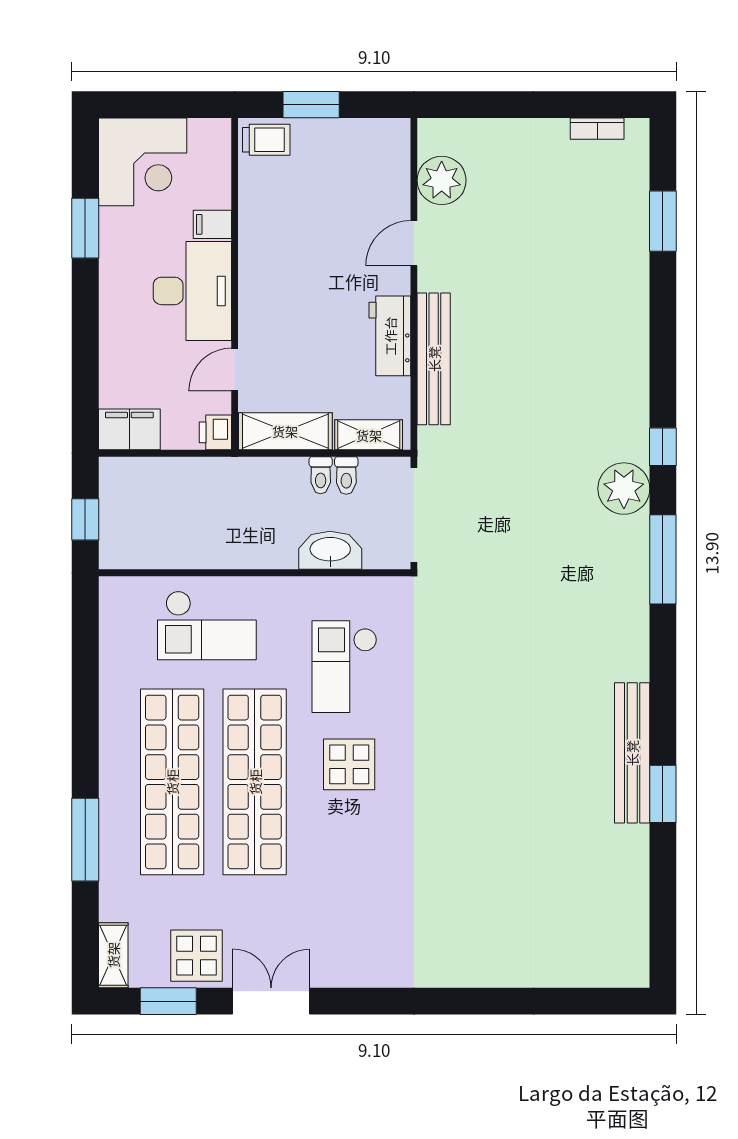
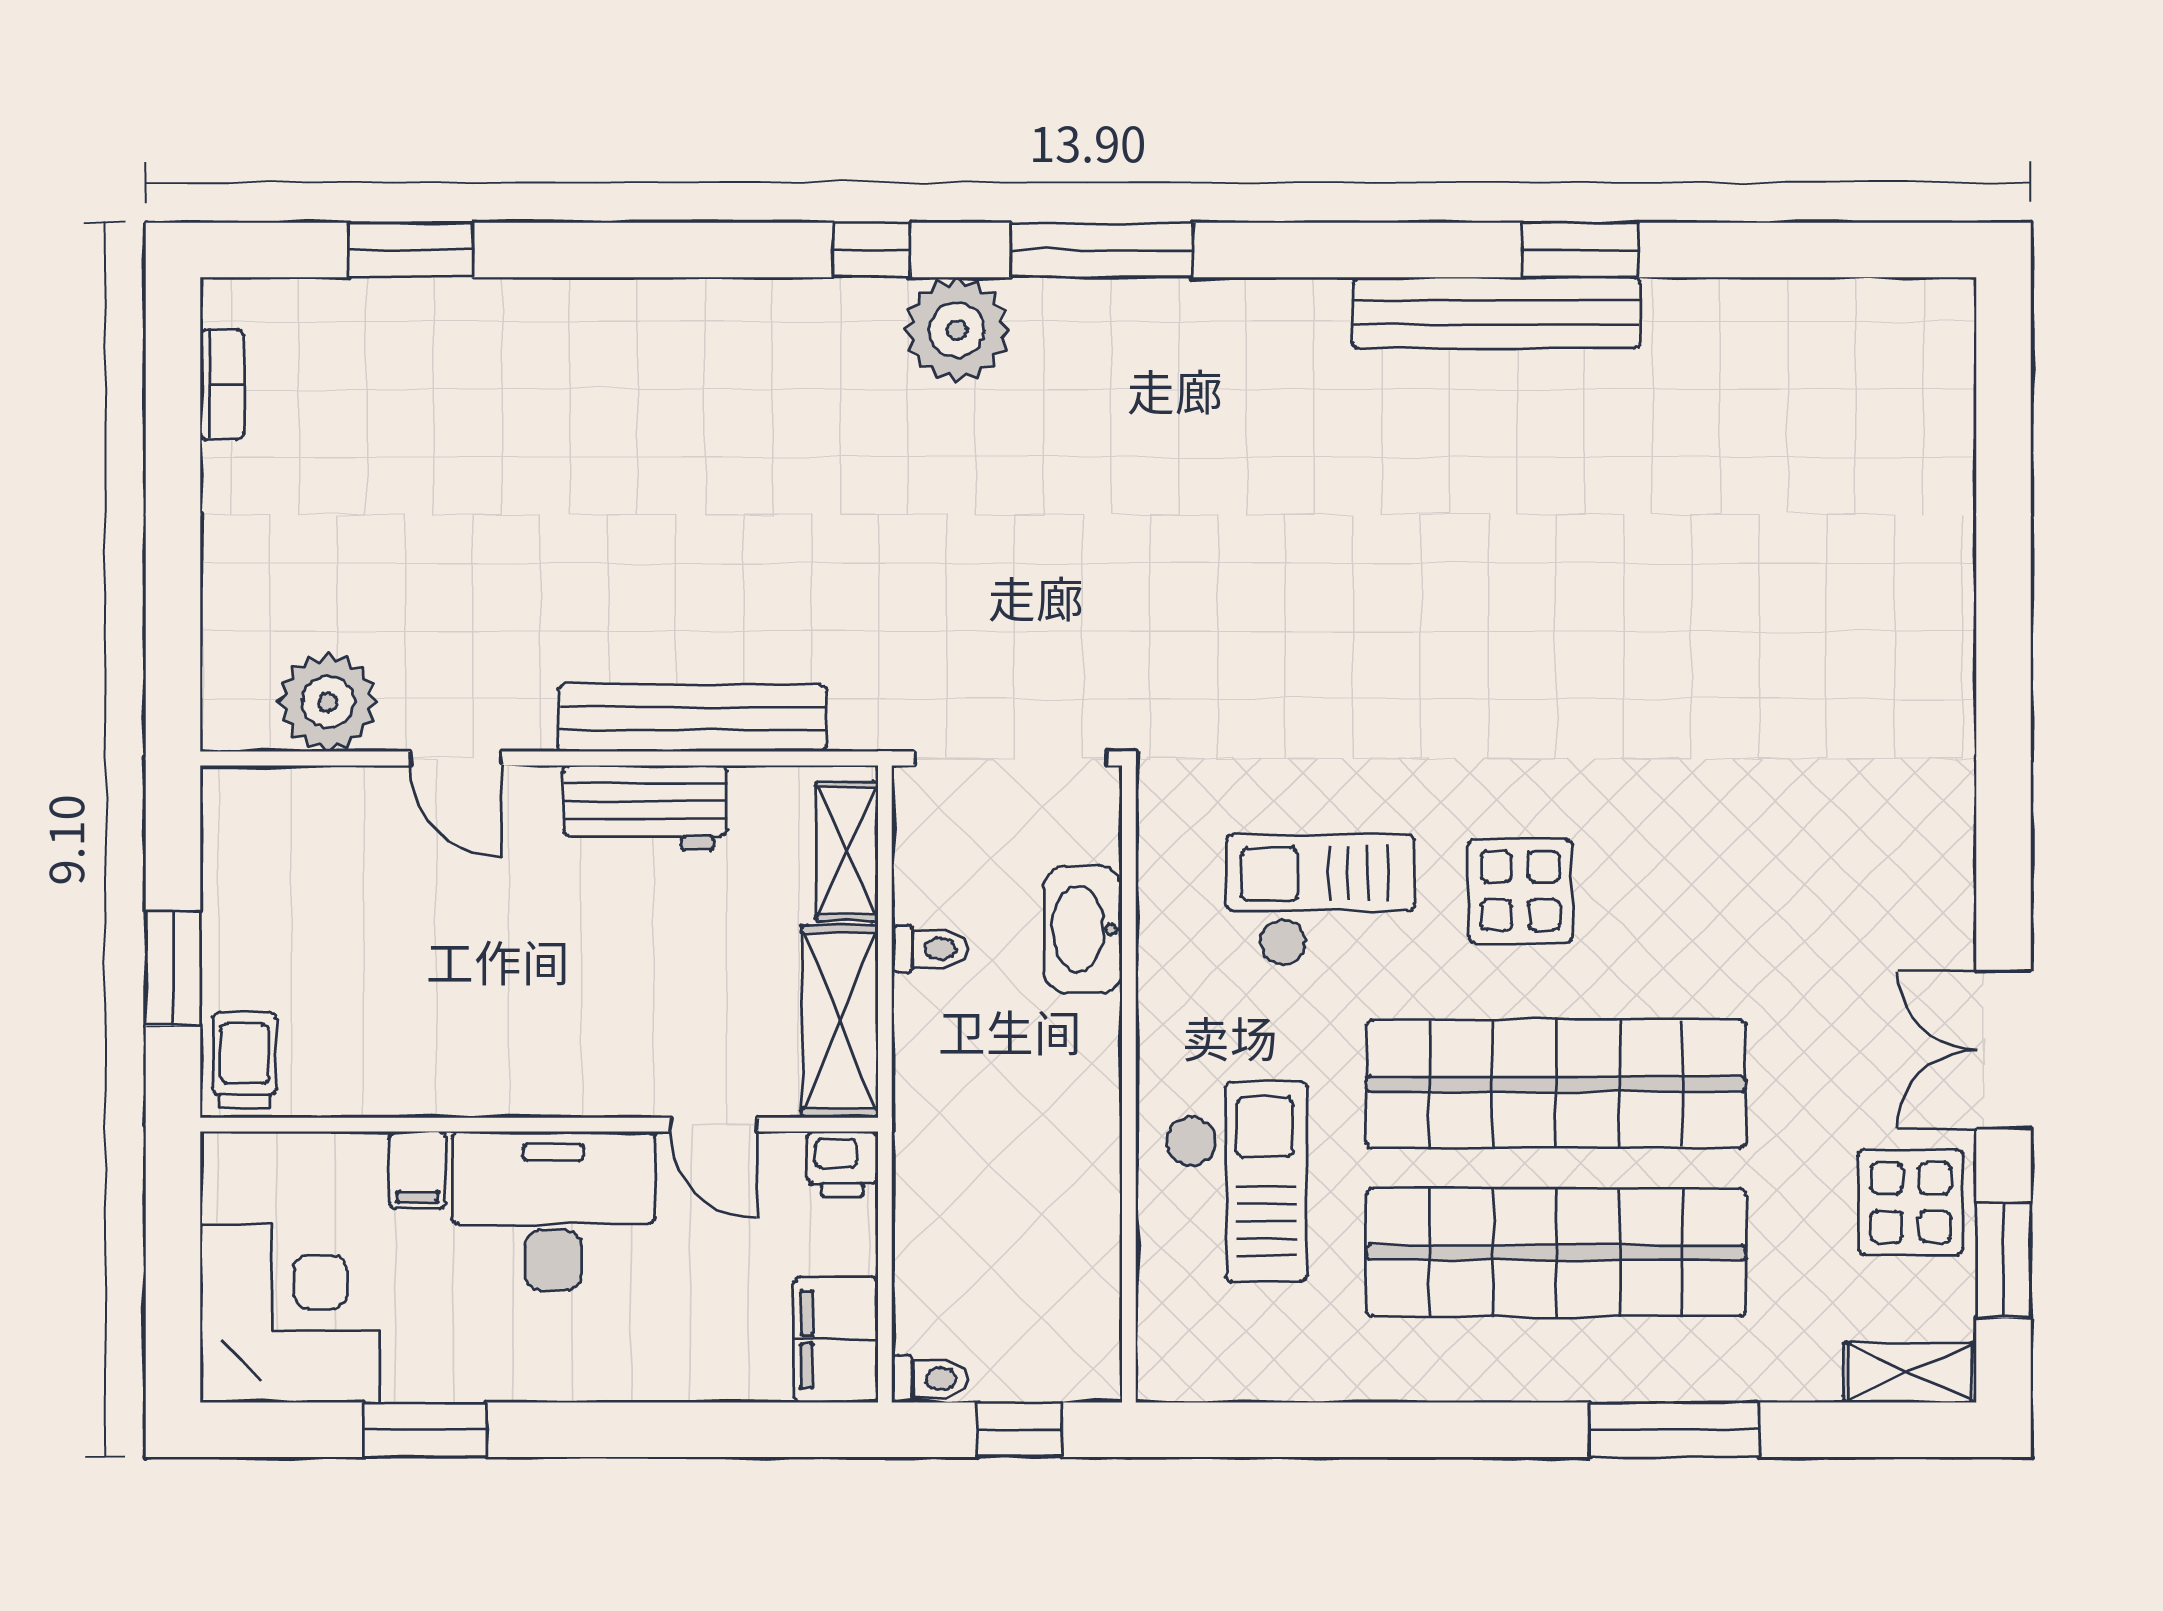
toilet: (346, 475) -> (930, 1379), moved
checkout: (344, 667) -> (1320, 900), turned 180

